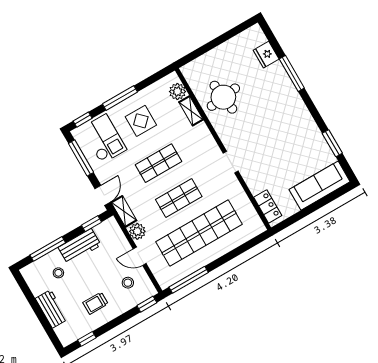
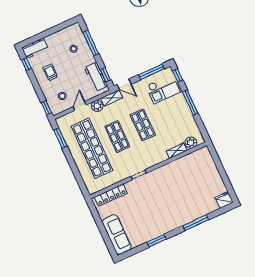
fridge: (266, 55) -> (224, 200), moved
round table: (223, 97) -> (184, 174), removed
display table: (141, 121) -> (173, 116), removed
window: (332, 143) -> (157, 241), moved
locker: (268, 206) -> (111, 195), width x1.53
workbench: (80, 246) -> (96, 77), moved
window: (189, 280) -> (60, 138), width x0.69
workbench: (51, 309) -> (35, 48), moved

